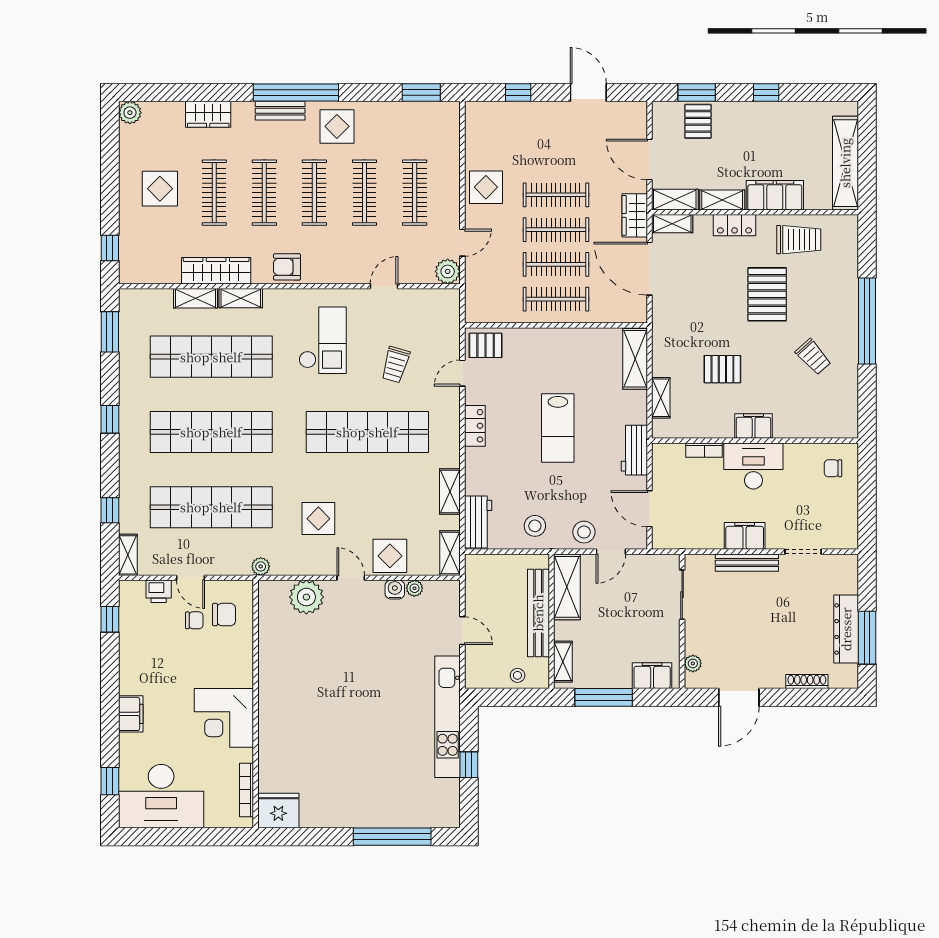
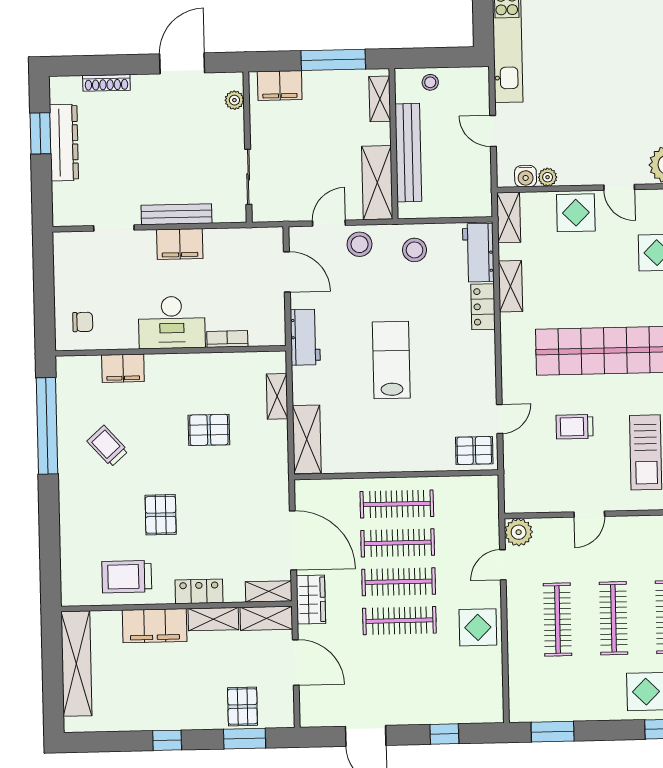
pallet: (767, 294) -> (161, 515), width x0.67, depth x0.71
window: (867, 321) -> (47, 426), moved
trolley: (395, 365) -> (575, 427), turned -106
locker: (475, 426) -> (483, 307), moved
filing cabinet: (754, 426) -> (123, 368), moved
water cooler: (395, 590) -> (526, 176), moved
window: (867, 638) -> (40, 133), width x0.69

